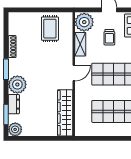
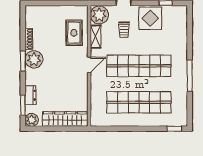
rug: (50, 29) -> (74, 33), moved
plant: (17, 84) -> (34, 59), moved
wardrobe: (65, 113) -> (65, 119), moved, turned 90

